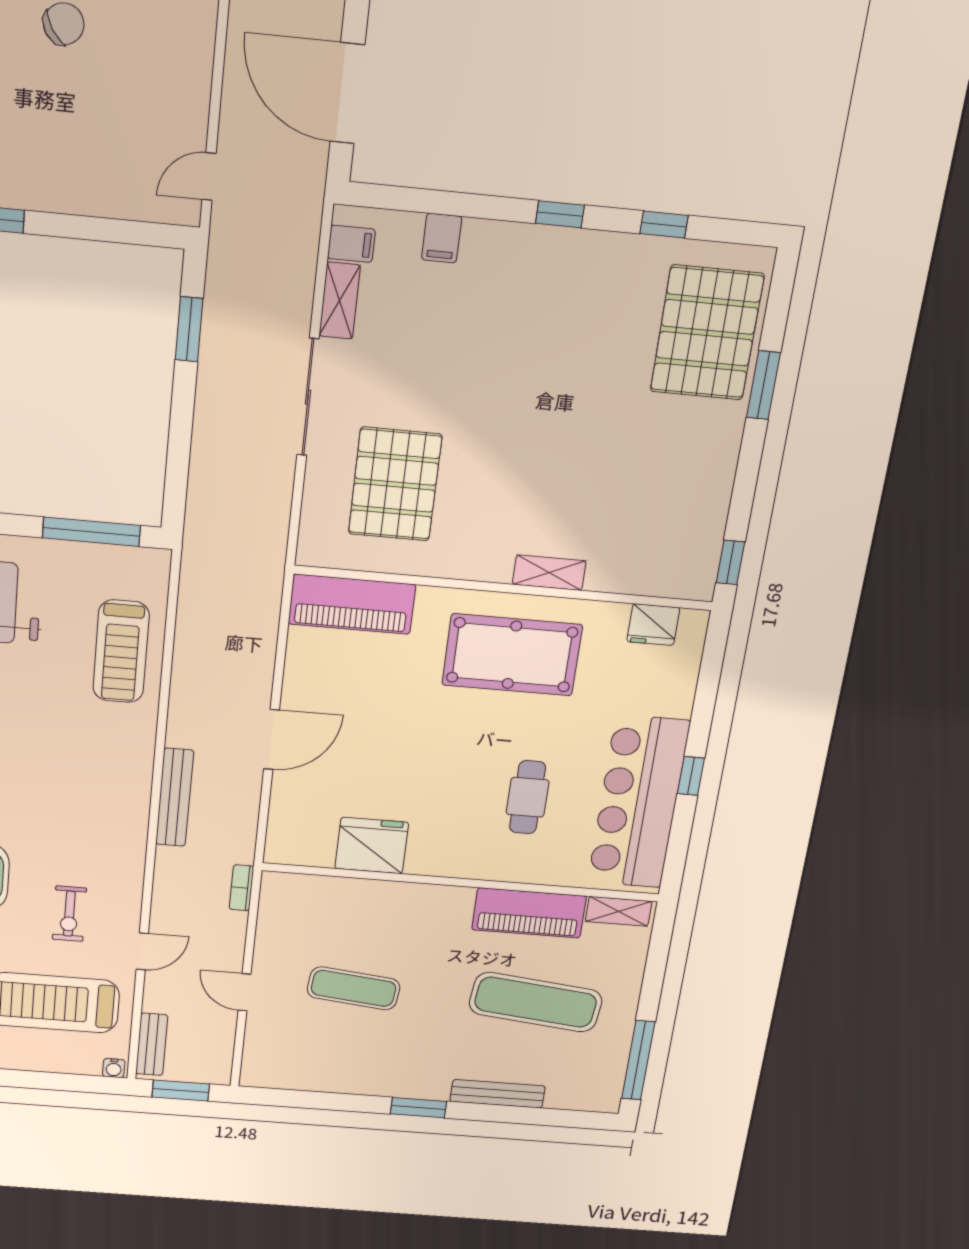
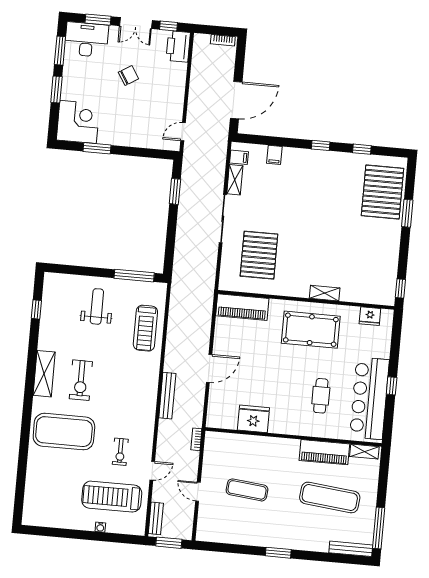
door: (347, 93) -> (236, 100), swing flipped
water cooler: (114, 1068) -> (100, 527), moved
bench: (498, 1094) -> (351, 549), moved

